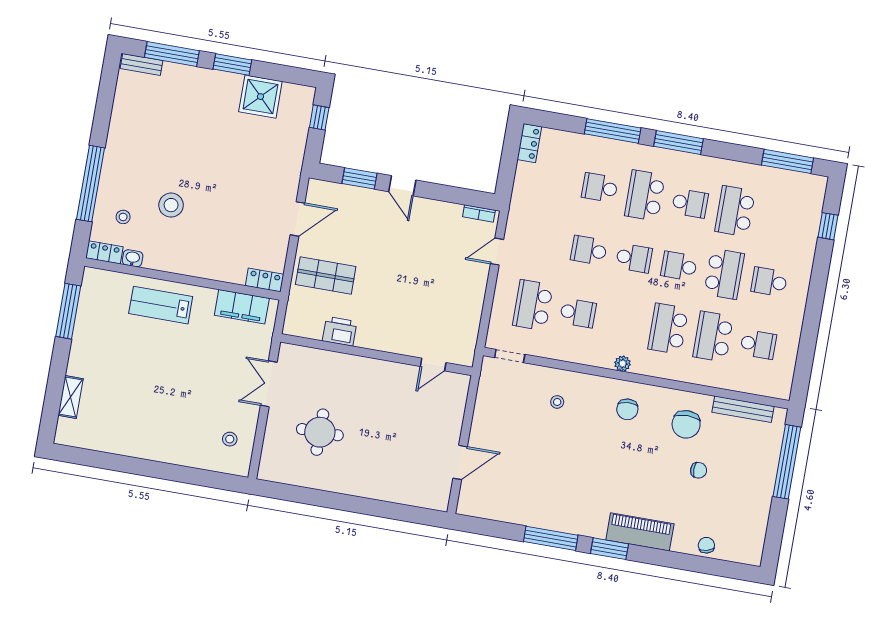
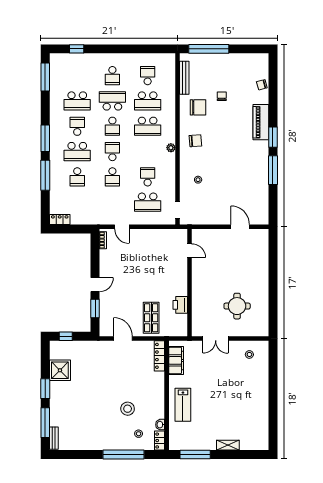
locker: (265, 280) -> (159, 356), width x1.53
shelving: (71, 397) -> (228, 445), moved

